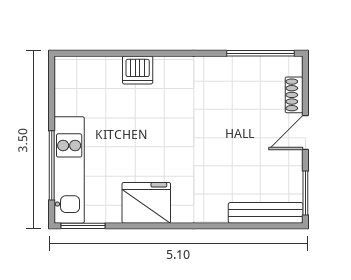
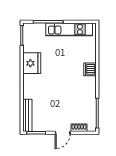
dishwasher: (138, 70) -> (90, 69), moved
door: (305, 132) -> (63, 133), swing flipped
kitchen unit: (69, 170) -> (69, 29), moved

